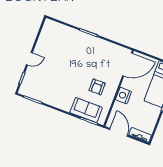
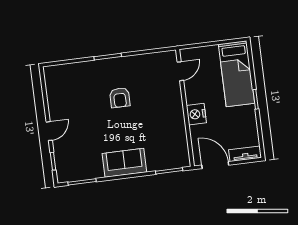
door: (128, 64) -> (180, 71), width x0.53
armchair: (97, 87) -> (120, 98), moved
sofa: (86, 110) -> (124, 163), moved

